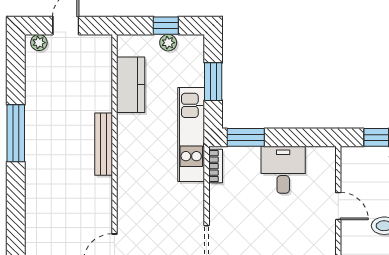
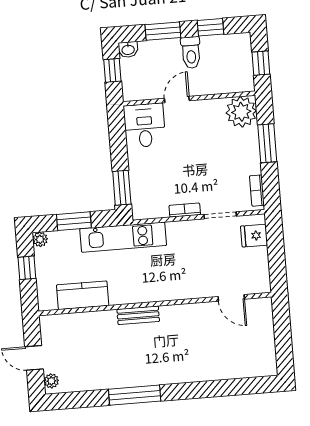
plant: (168, 43) -> (40, 239), moved
bench: (104, 144) -> (138, 315), width x0.73
bookcase: (216, 166) -> (185, 210), moved
desk: (283, 170) -> (145, 125), moved, turned 90

